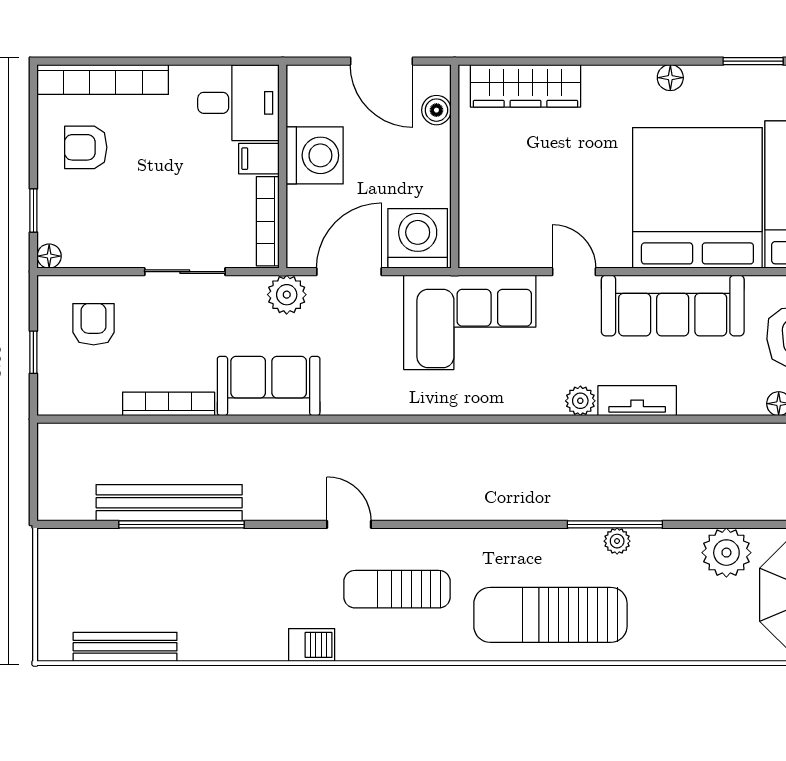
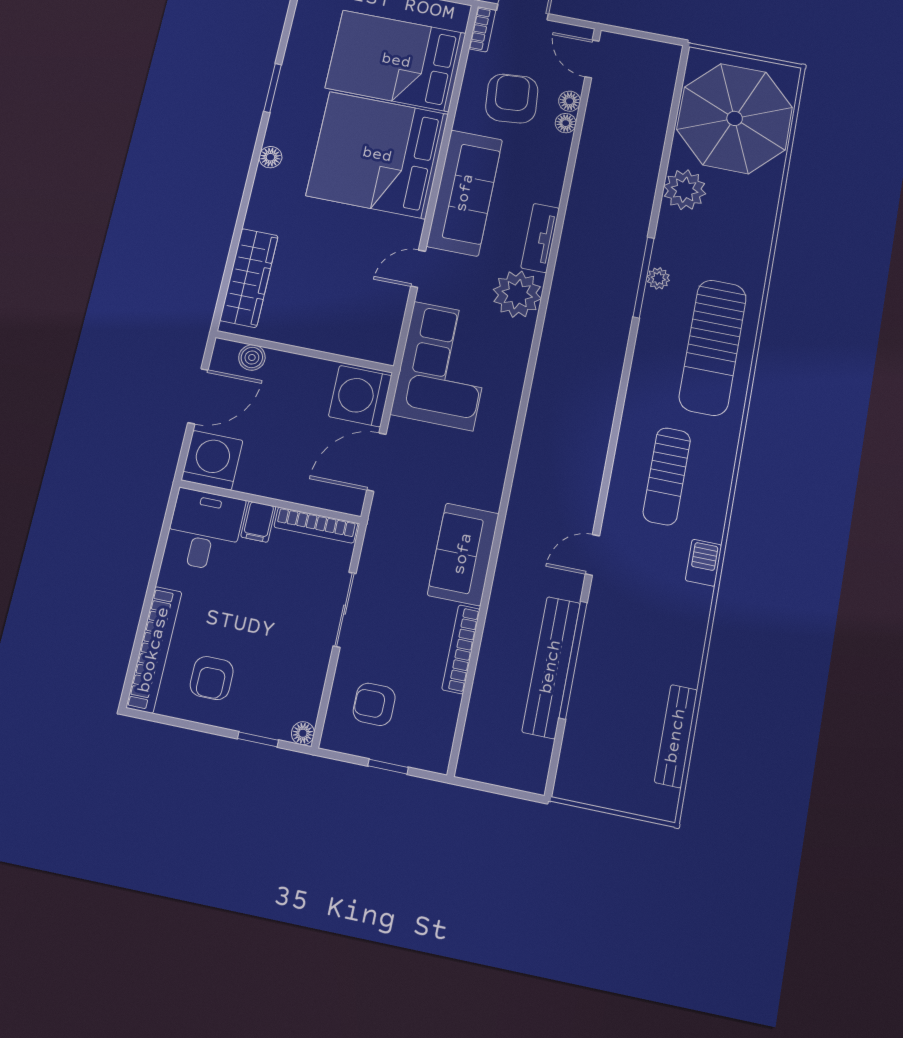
washing machine: (315, 155) -> (212, 460), moved
door: (349, 272) -> (376, 462), hinge flipped
plant: (287, 295) -> (385, 521), removed
plant: (580, 401) -> (517, 294), width x1.88, depth x1.88
door: (349, 524) -> (592, 555), moved

